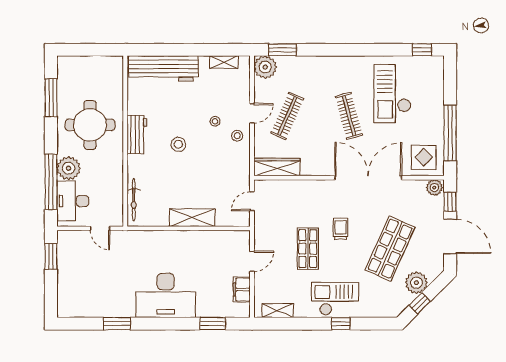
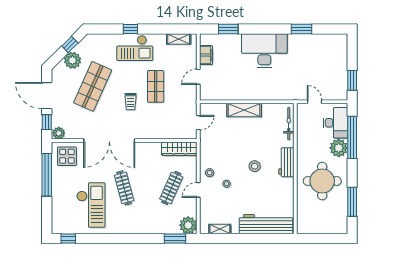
workbench: (137, 134) -> (286, 162), moved

